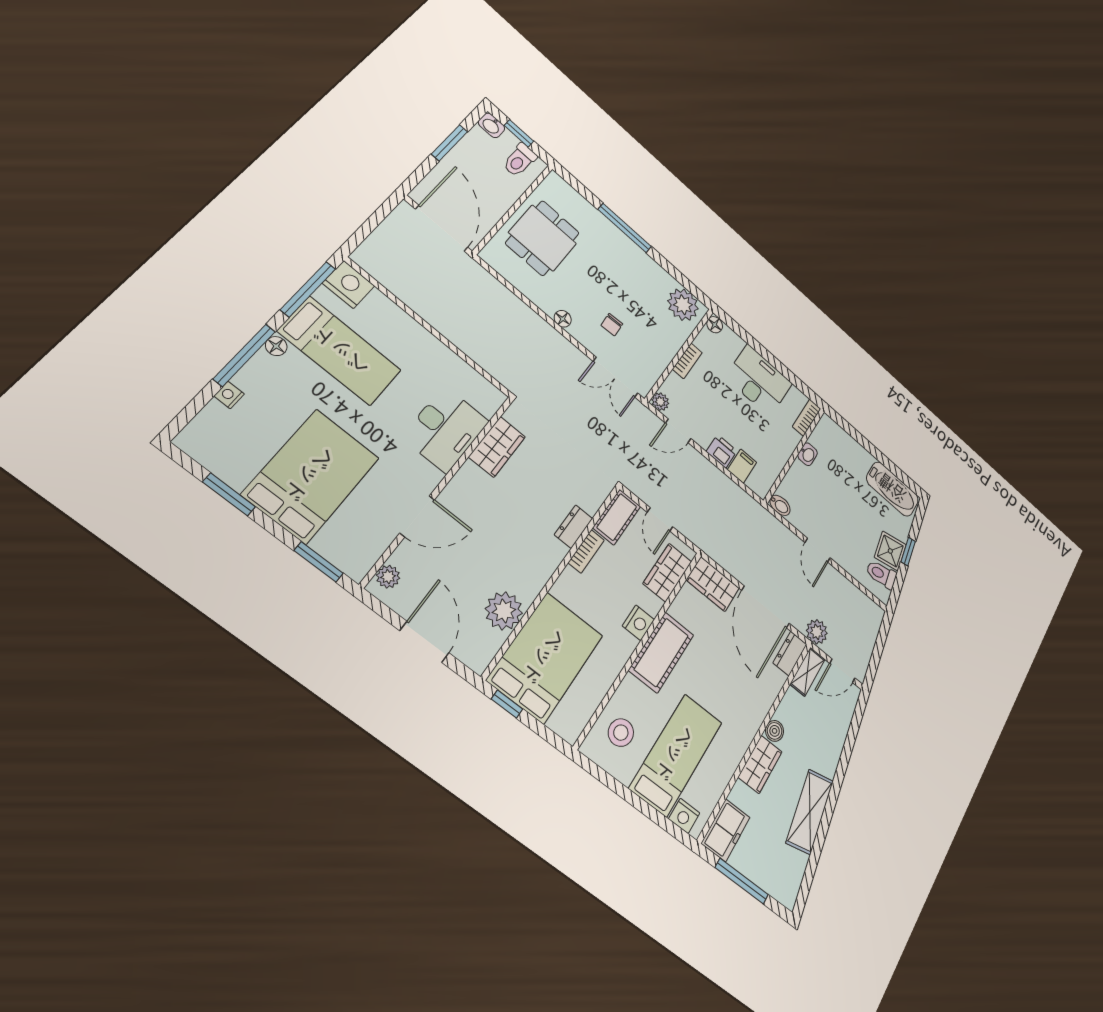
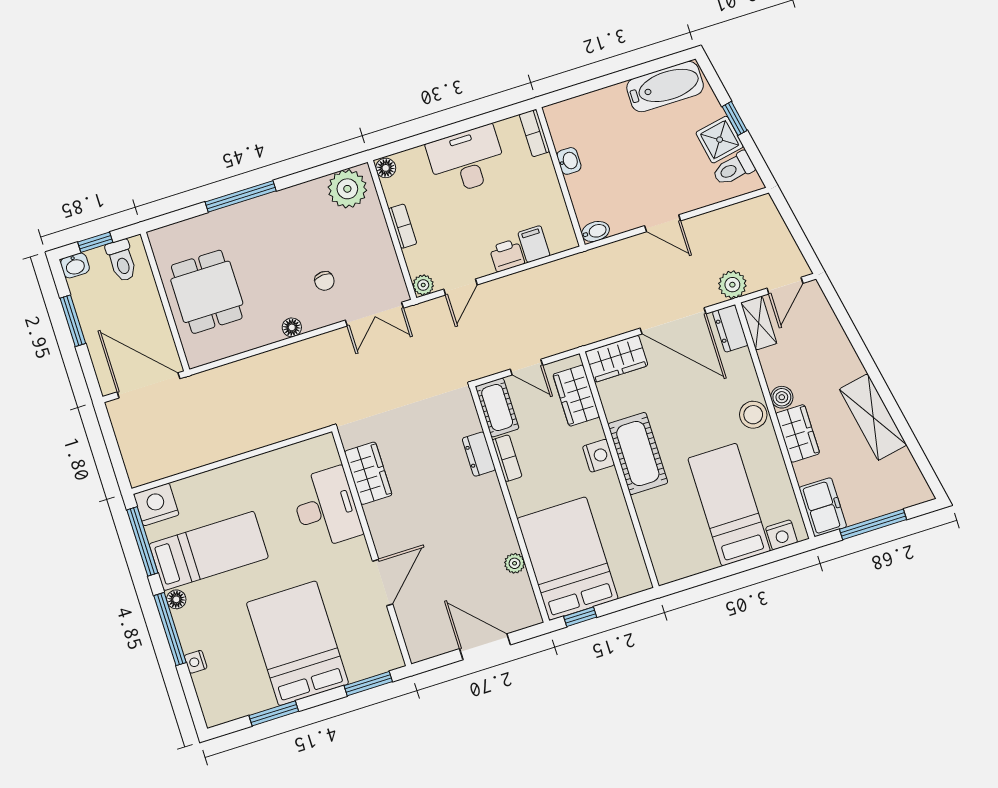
plant: (388, 577) -> (415, 639), removed
plant: (504, 611) -> (515, 563), width x0.53, depth x0.53
stool: (621, 733) -> (753, 415), moved

